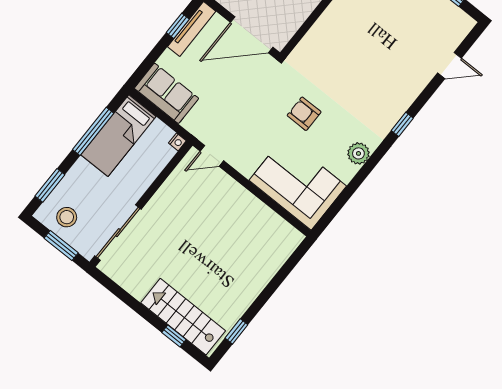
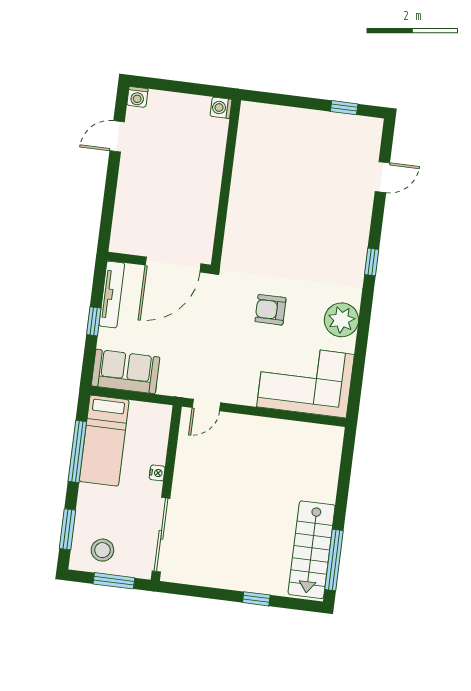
window: (178, 26) -> (94, 321), moved
nightstand: (177, 142) -> (157, 473), moved
plant: (358, 153) -> (341, 320), width x1.36, depth x1.36
stairs: (183, 317) -> (312, 550), moved, turned -90
window: (236, 331) -> (334, 560), width x2.17
window: (174, 336) -> (256, 599), moved

